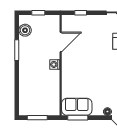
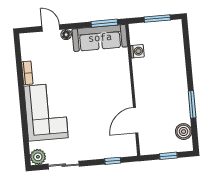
washing machine: (55, 64) -> (137, 51), moved
sofa: (77, 107) -> (100, 38), width x1.36

